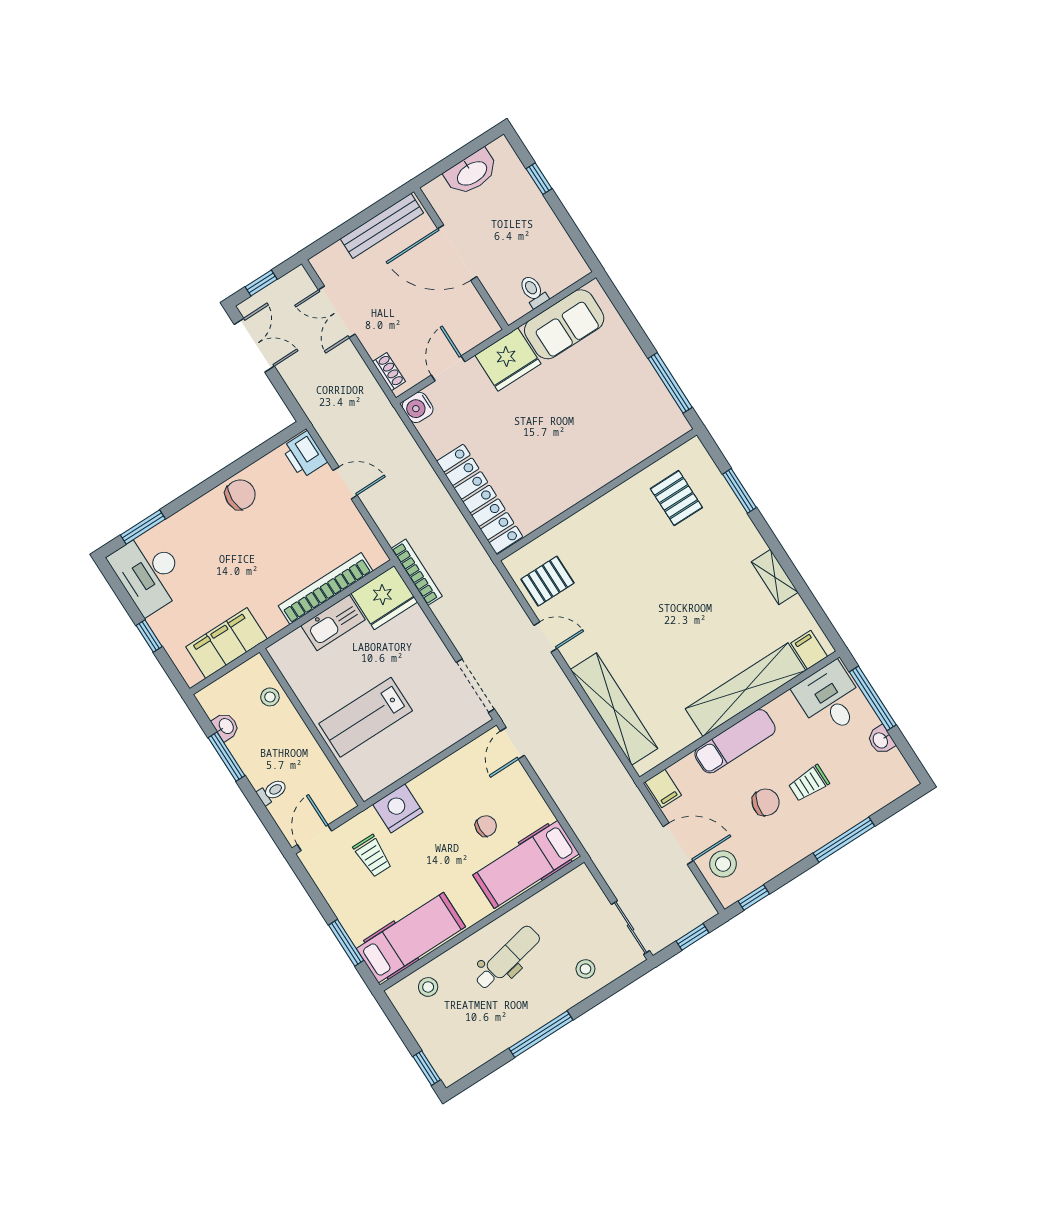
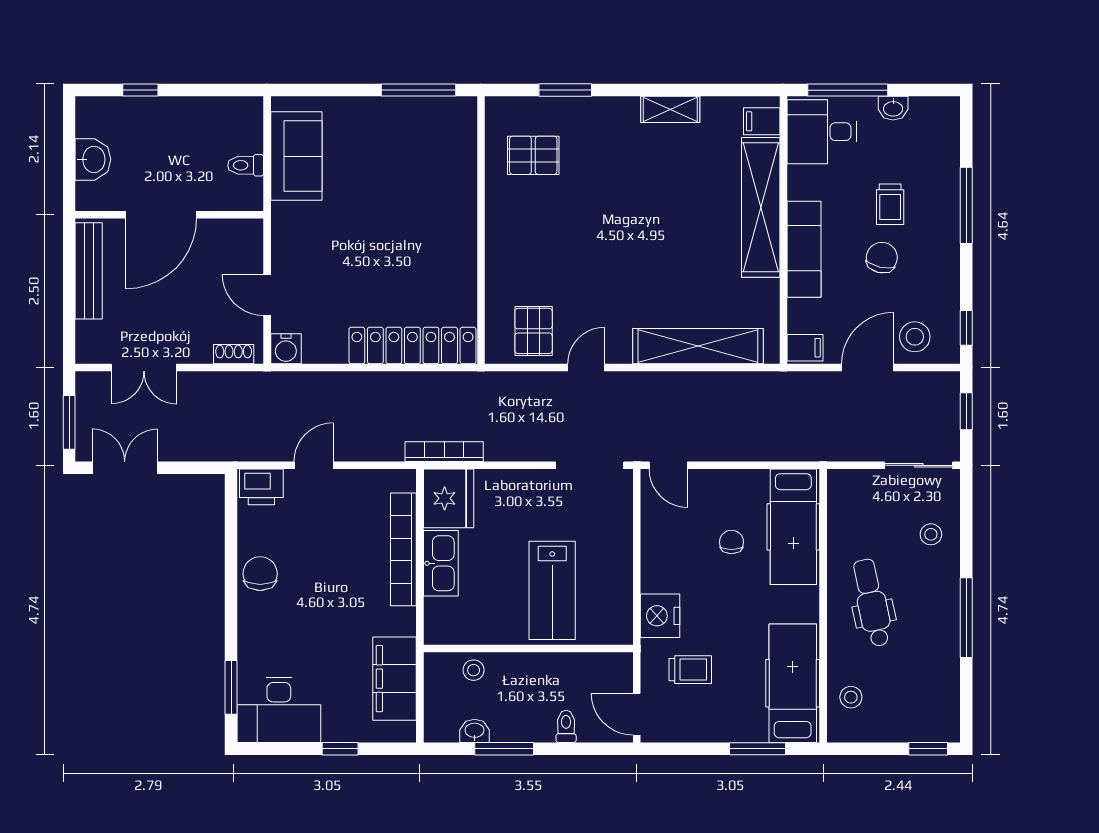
washbasin: (472, 173) -> (93, 159), width x0.72
window: (261, 283) -> (69, 422), width x1.50
fridge: (508, 359) -> (296, 232), removed

